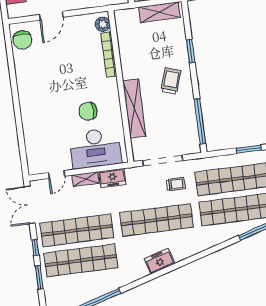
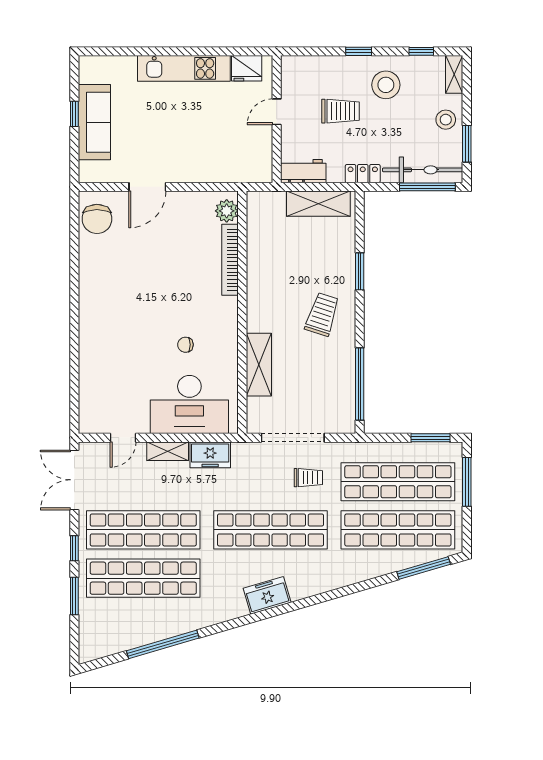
shelving: (134, 108) -> (259, 365), width x0.68
chair: (88, 111) -> (185, 345), width x0.54, depth x0.54

